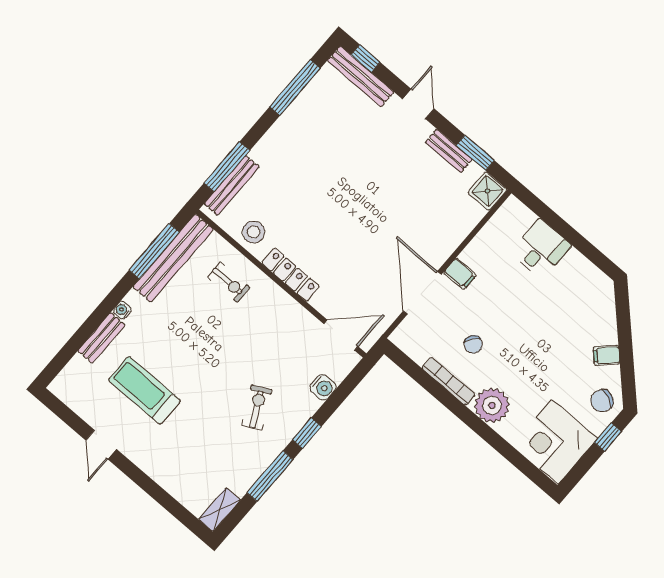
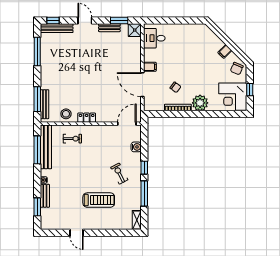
desk: (541, 249) -> (154, 38), moved, turned -90
locker: (290, 275) -> (87, 118), width x0.66
window: (73, 345) -> (37, 207), added
treadmill: (144, 390) -> (99, 200), moved, turned 180
window: (608, 437) -> (250, 90), moved

